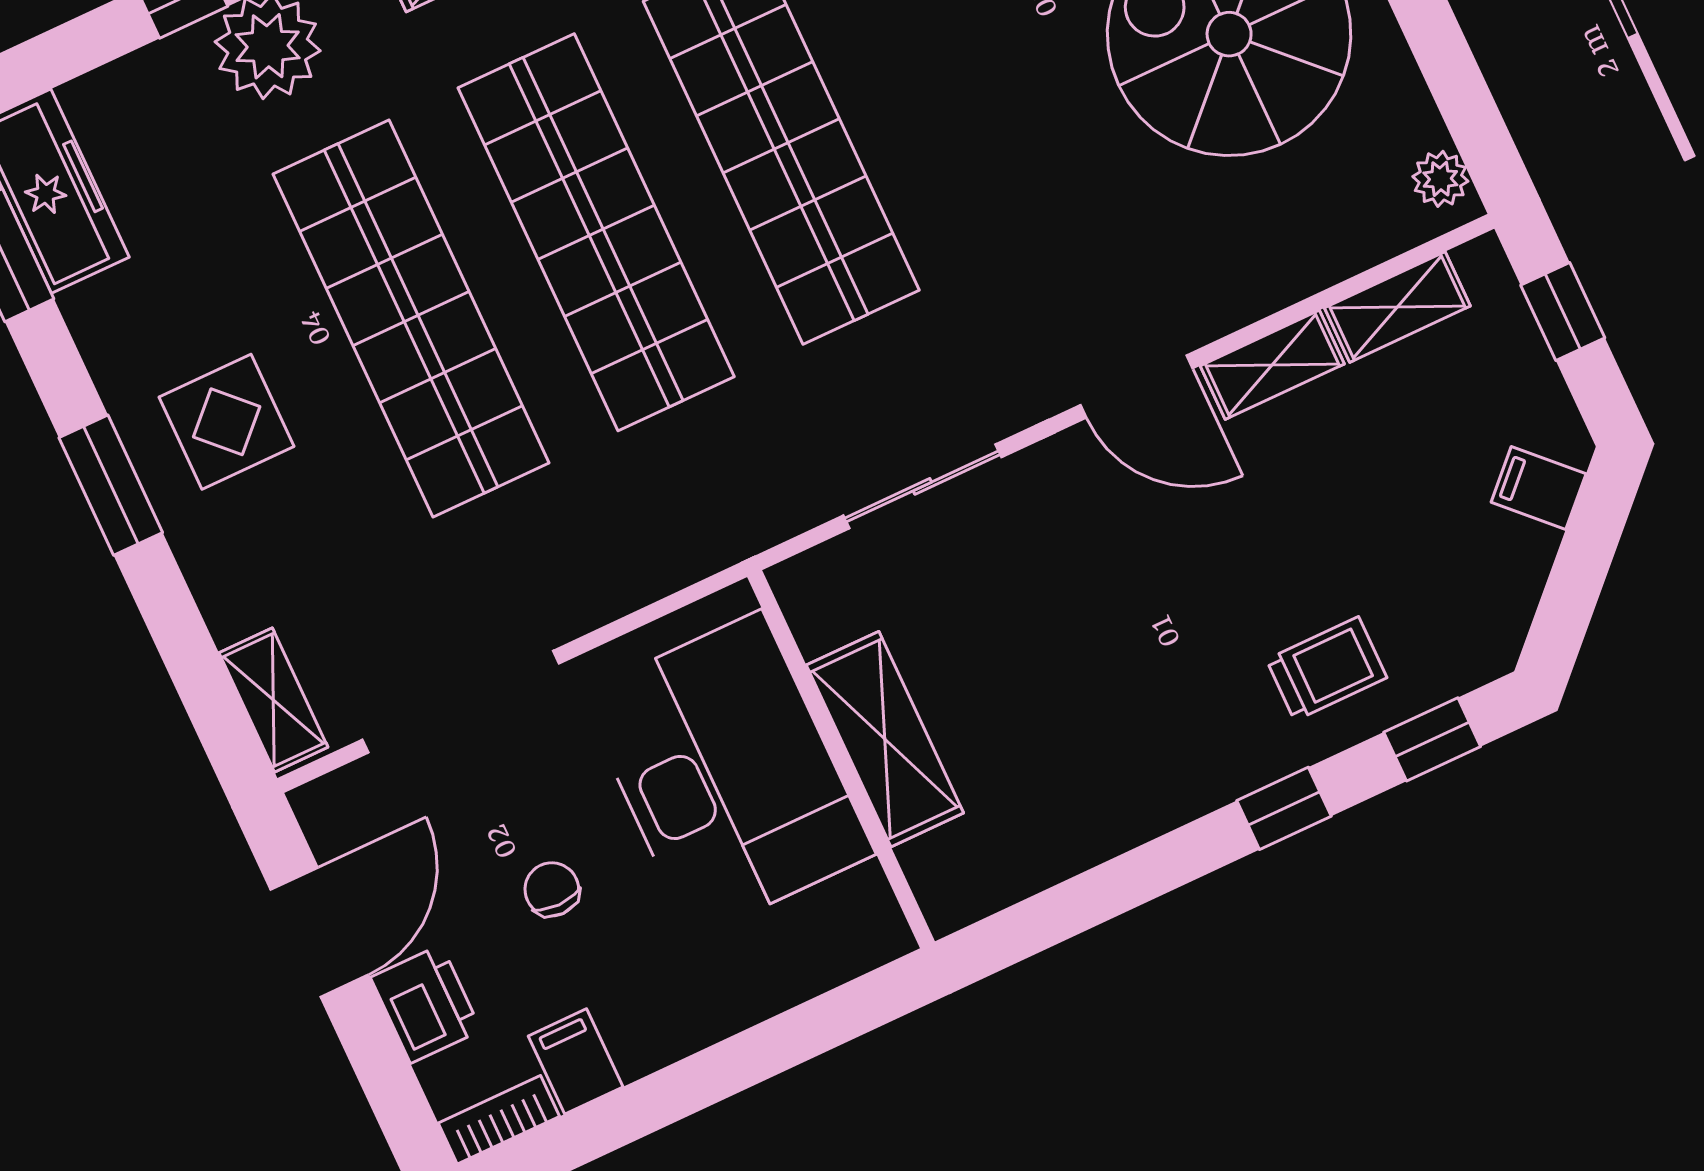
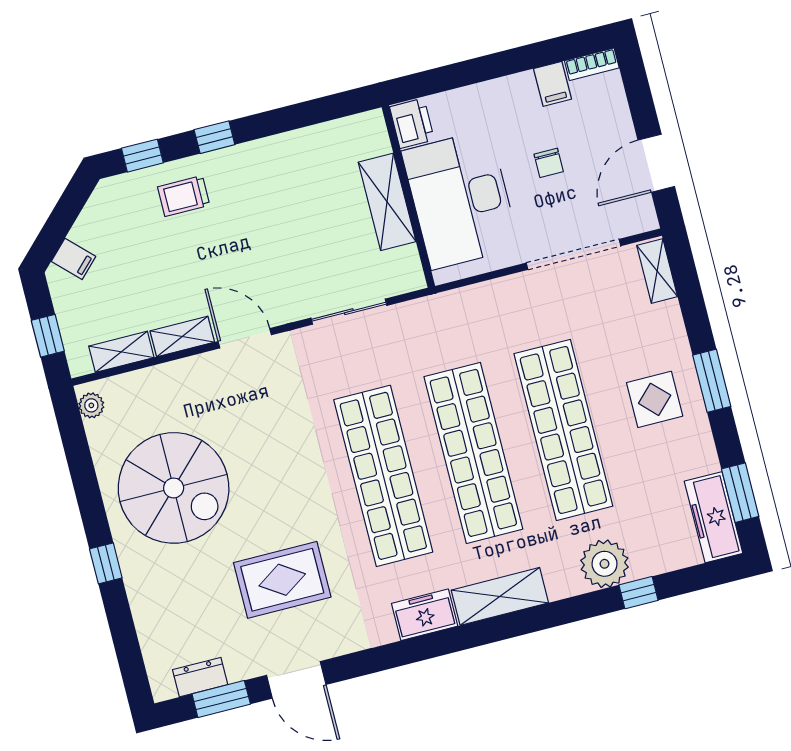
printer: (426, 1004) -> (412, 123), moved, turned 180

